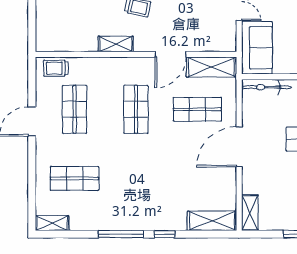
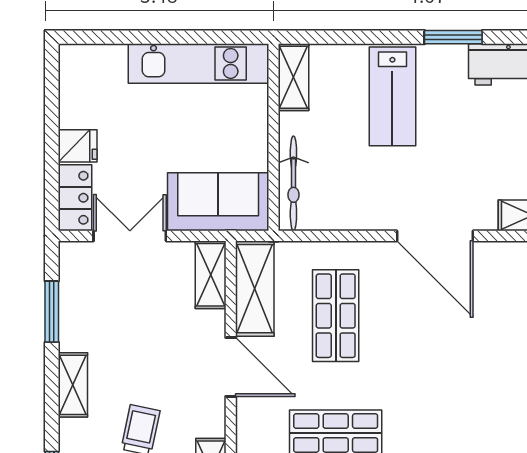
shelving: (219, 44) -> (211, 275), added
door: (239, 147) -> (435, 236), moved

